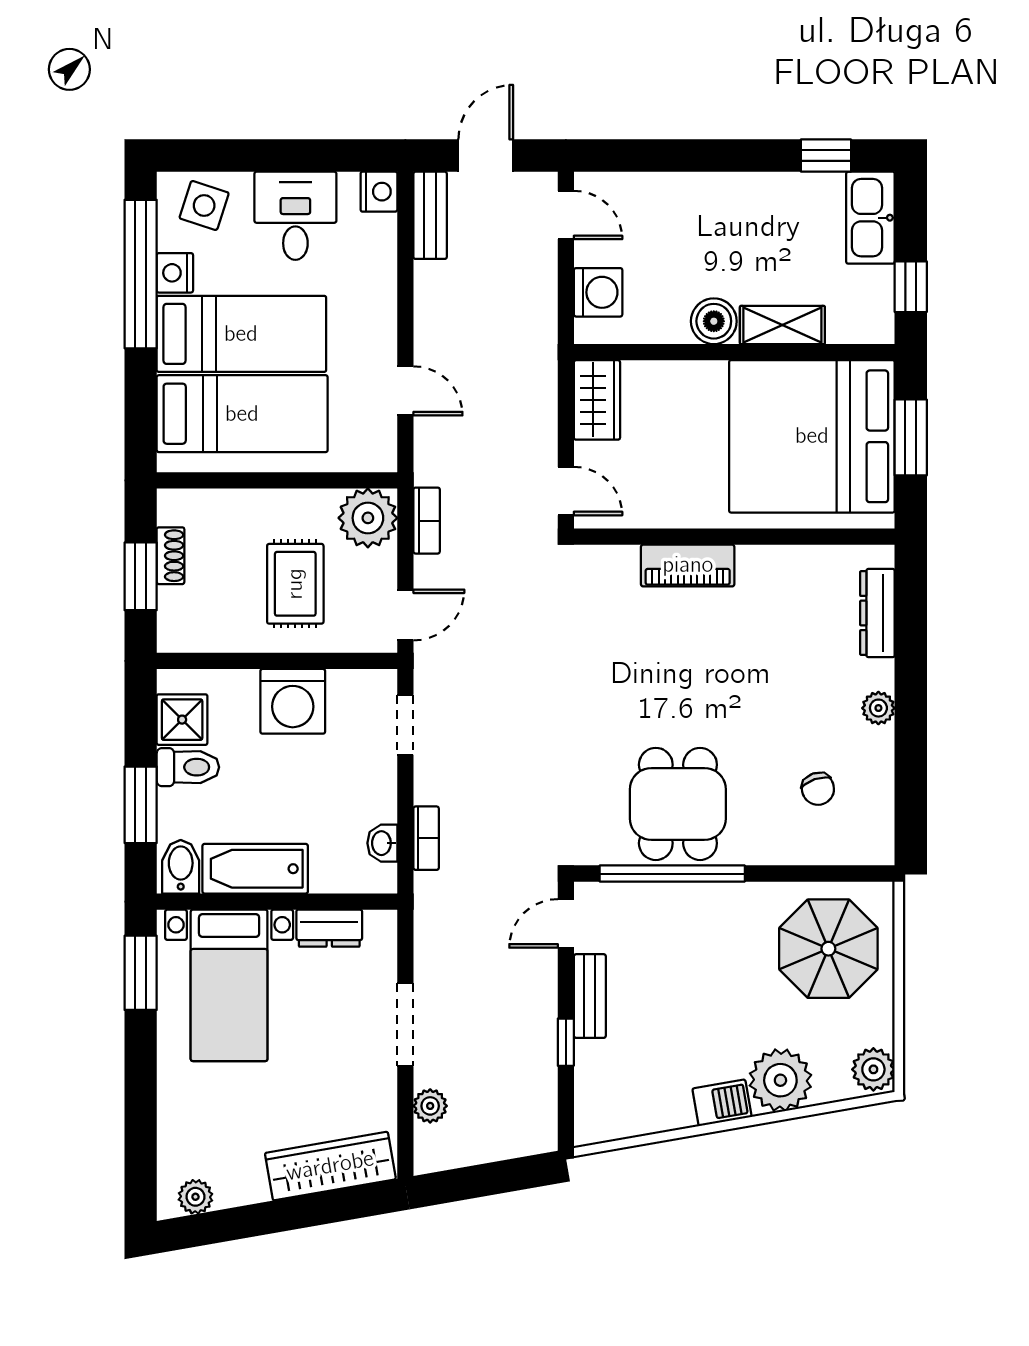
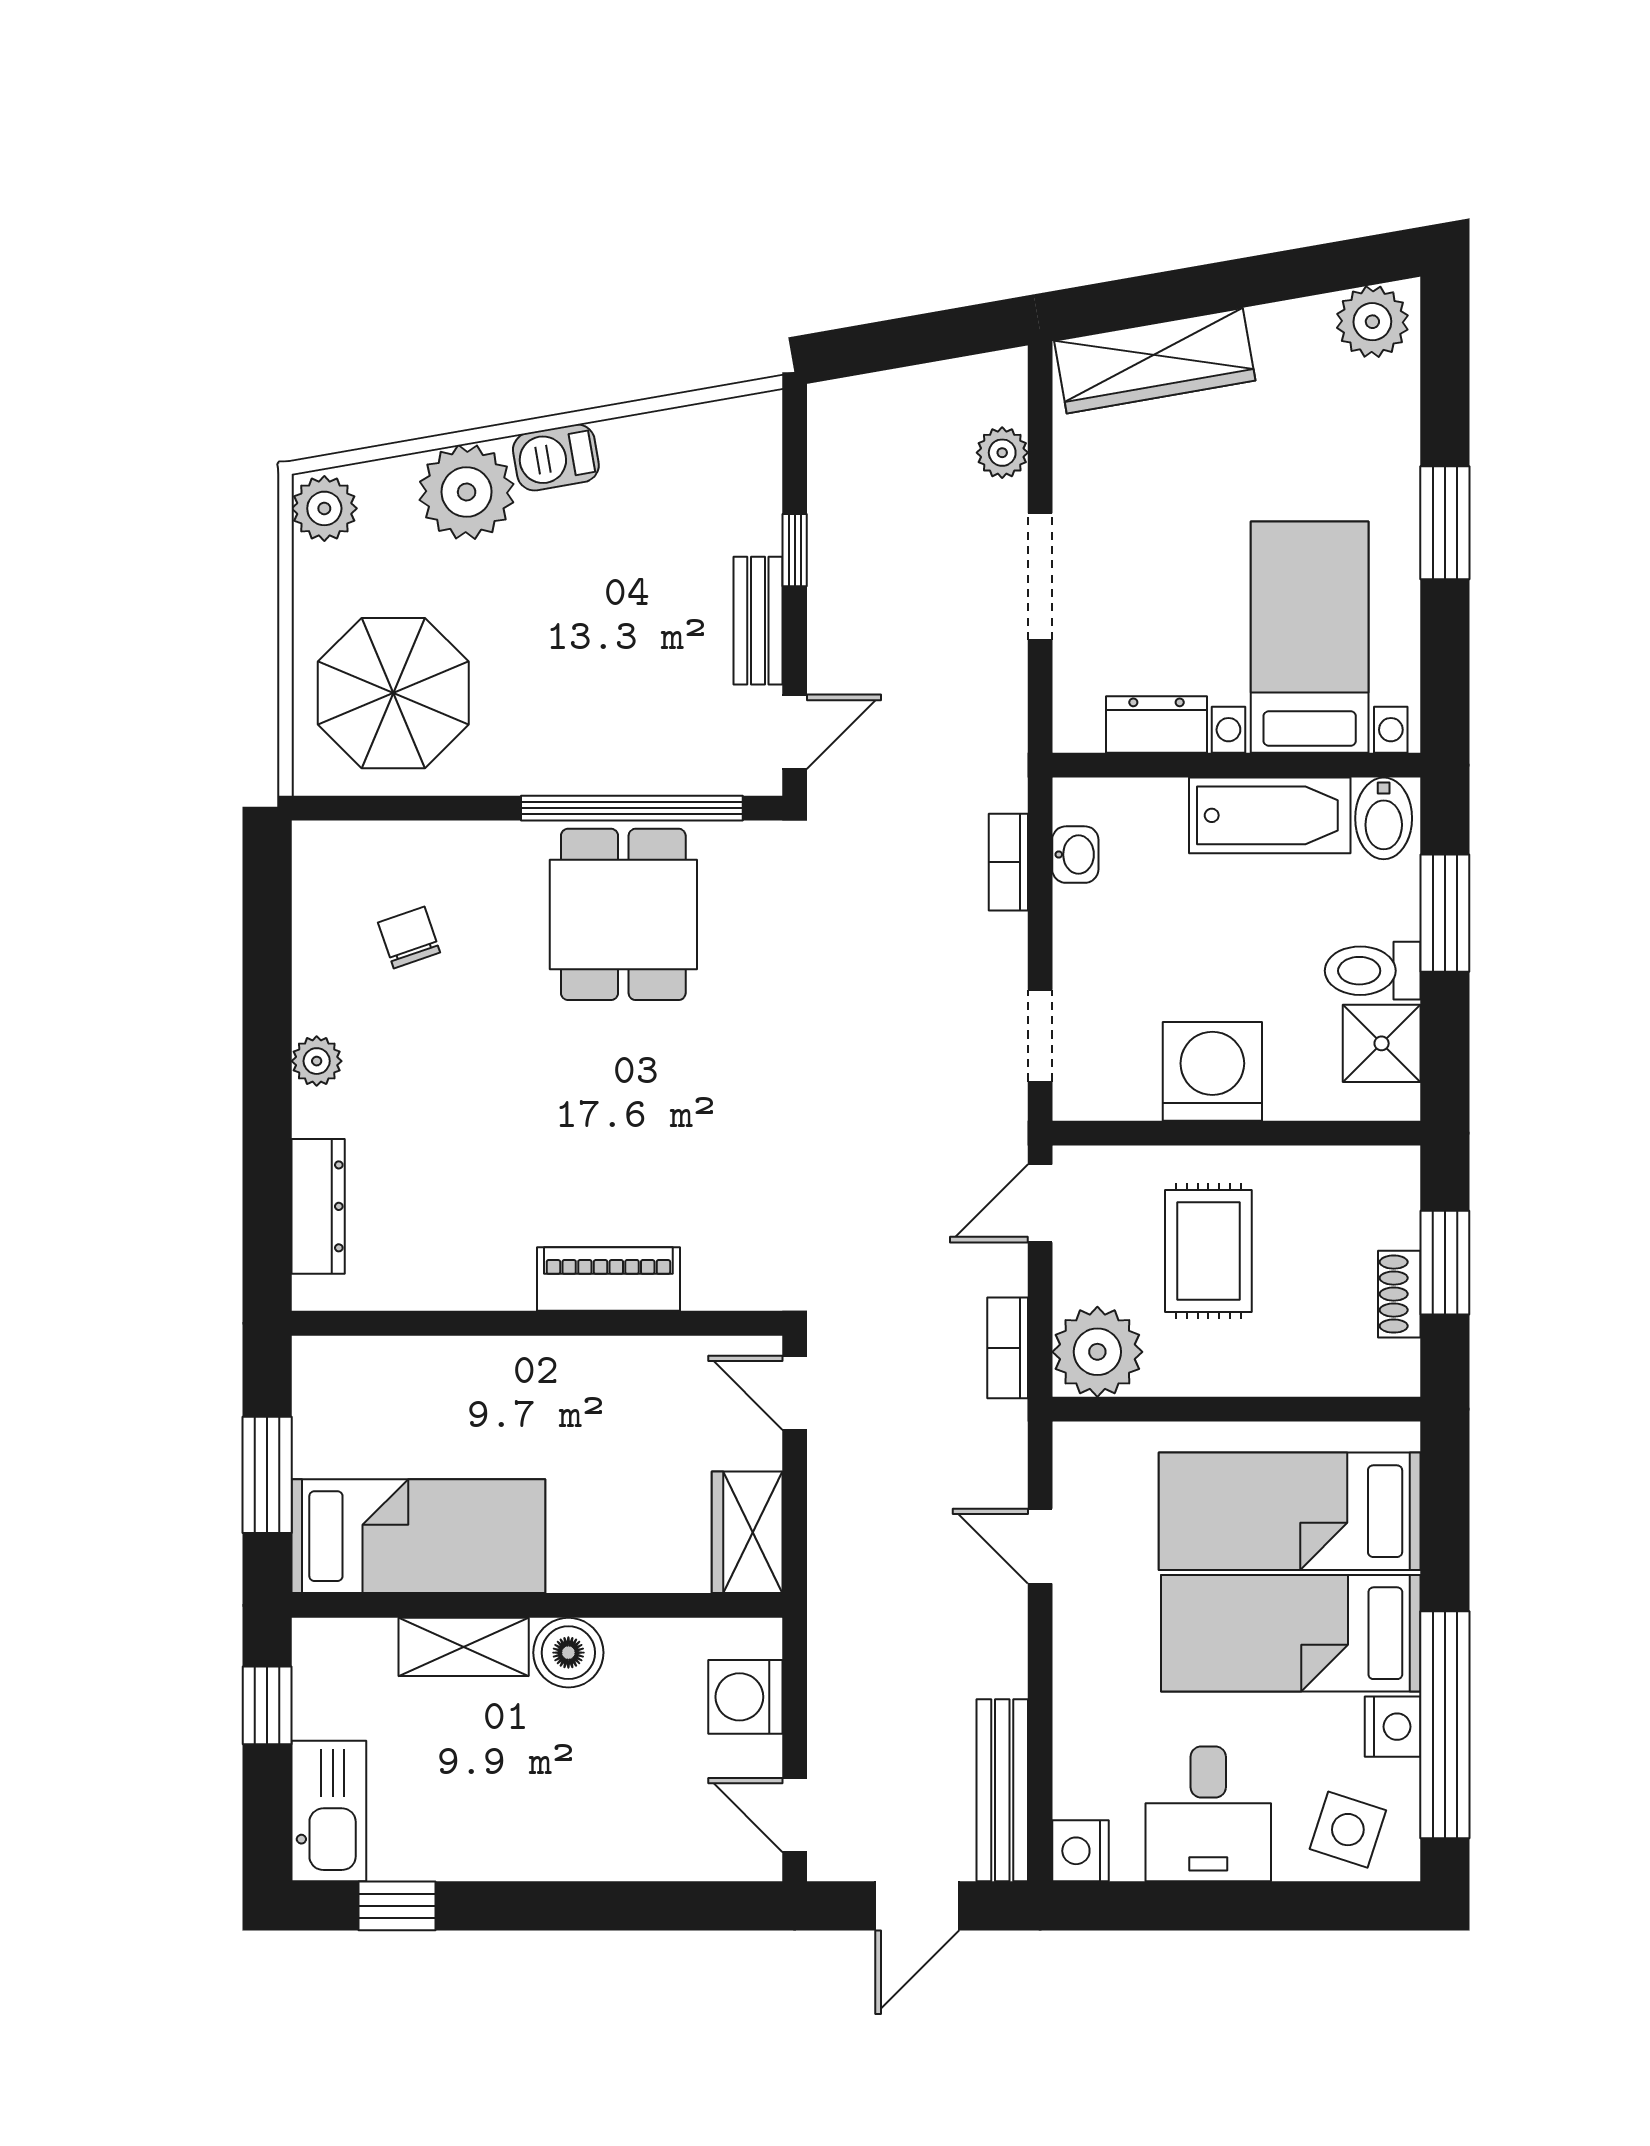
bench: (430, 215) -> (1002, 1790), width x1.36
bed: (812, 436) -> (418, 1536), width x0.49
window: (141, 973) -> (1445, 523), moved
plant: (195, 1197) -> (1372, 322), width x1.38, depth x1.38

